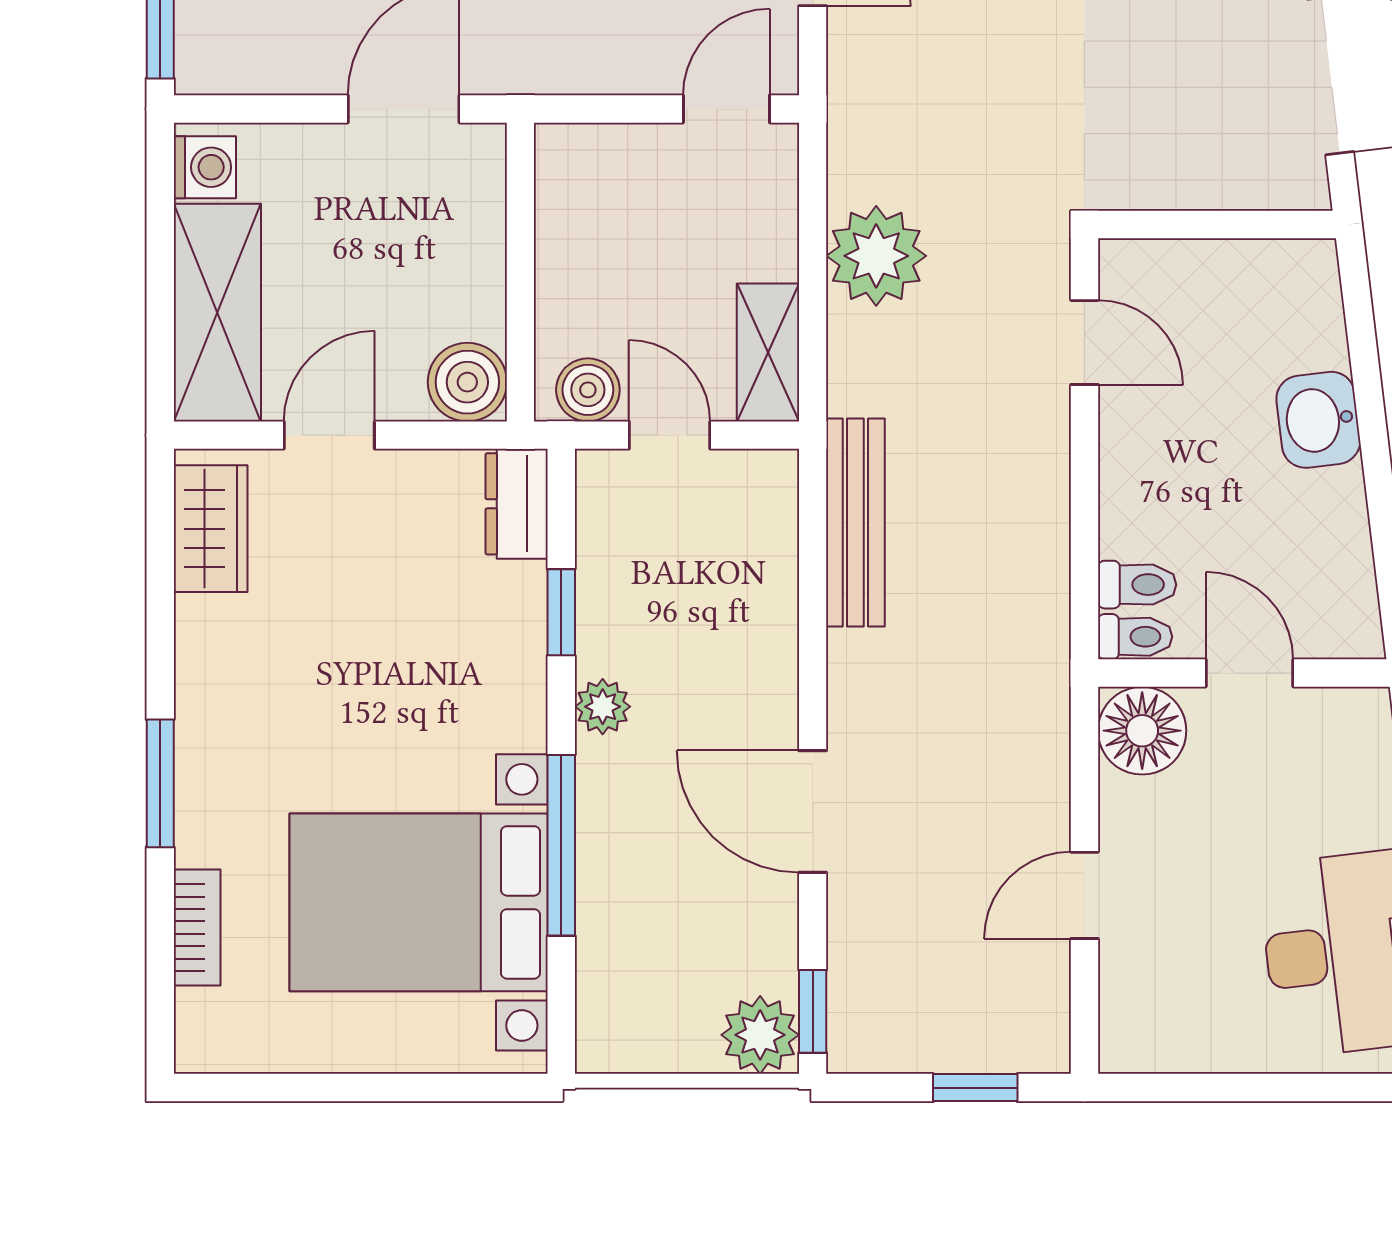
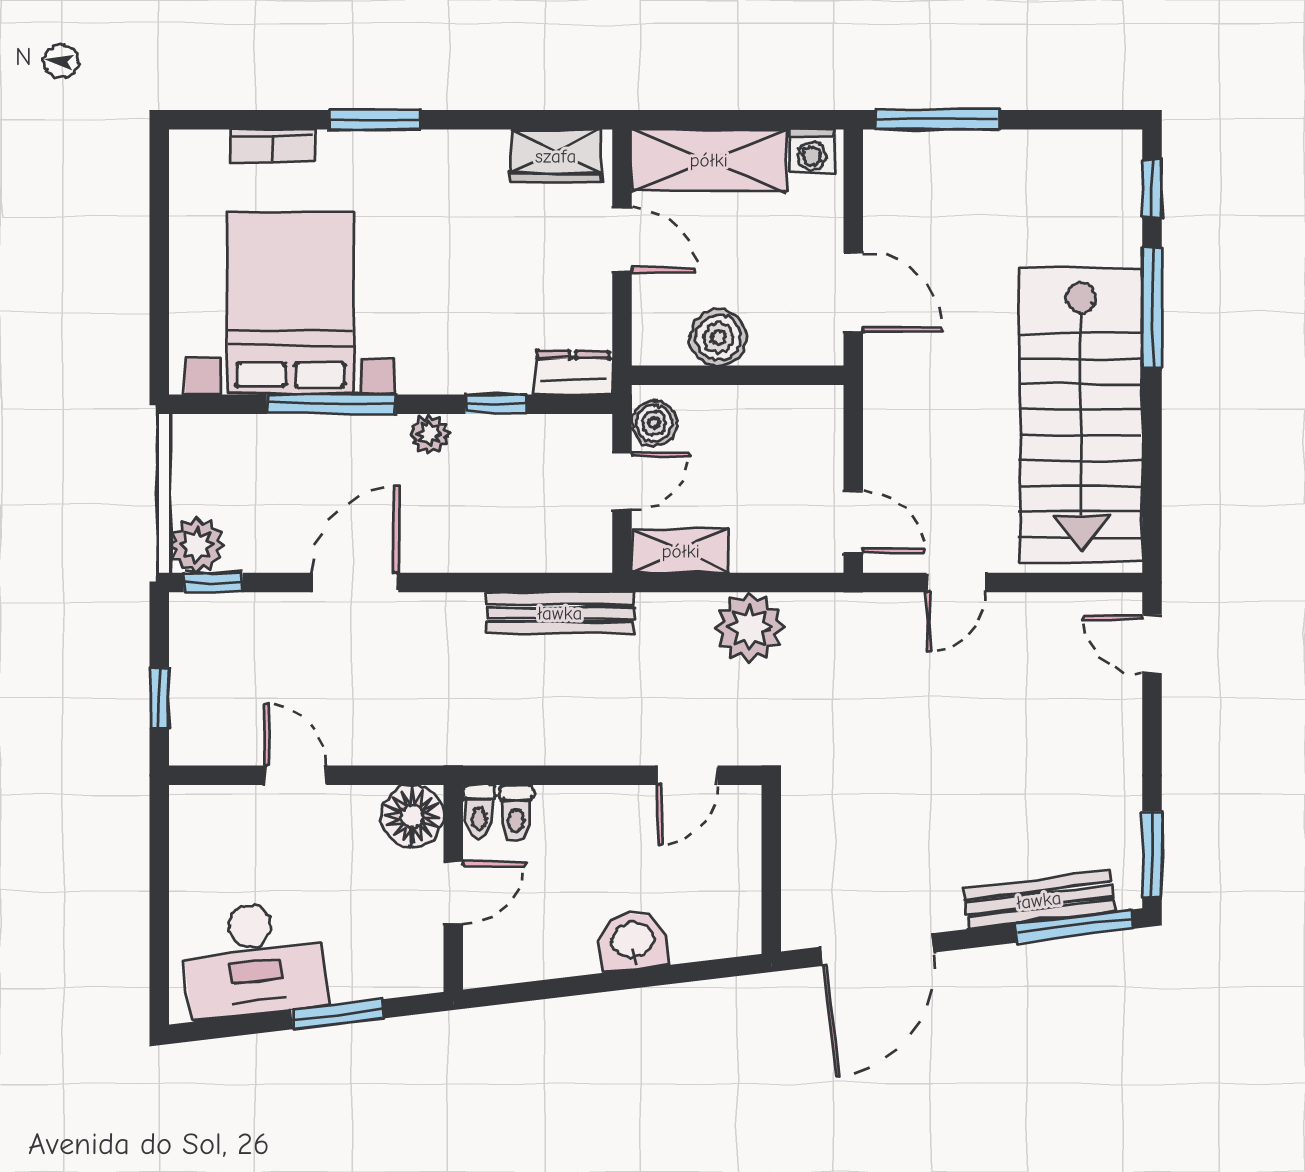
boiler: (467, 382) -> (718, 338), moved

